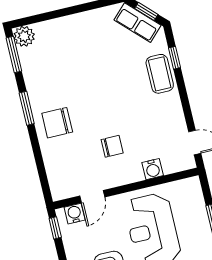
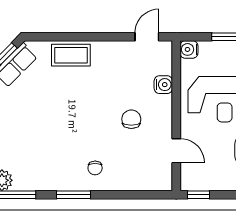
window: (175, 58) -> (58, 37), removed
chair: (57, 123) -> (95, 168), width x0.54, depth x0.54
water cooler: (75, 214) -> (189, 49), moved

